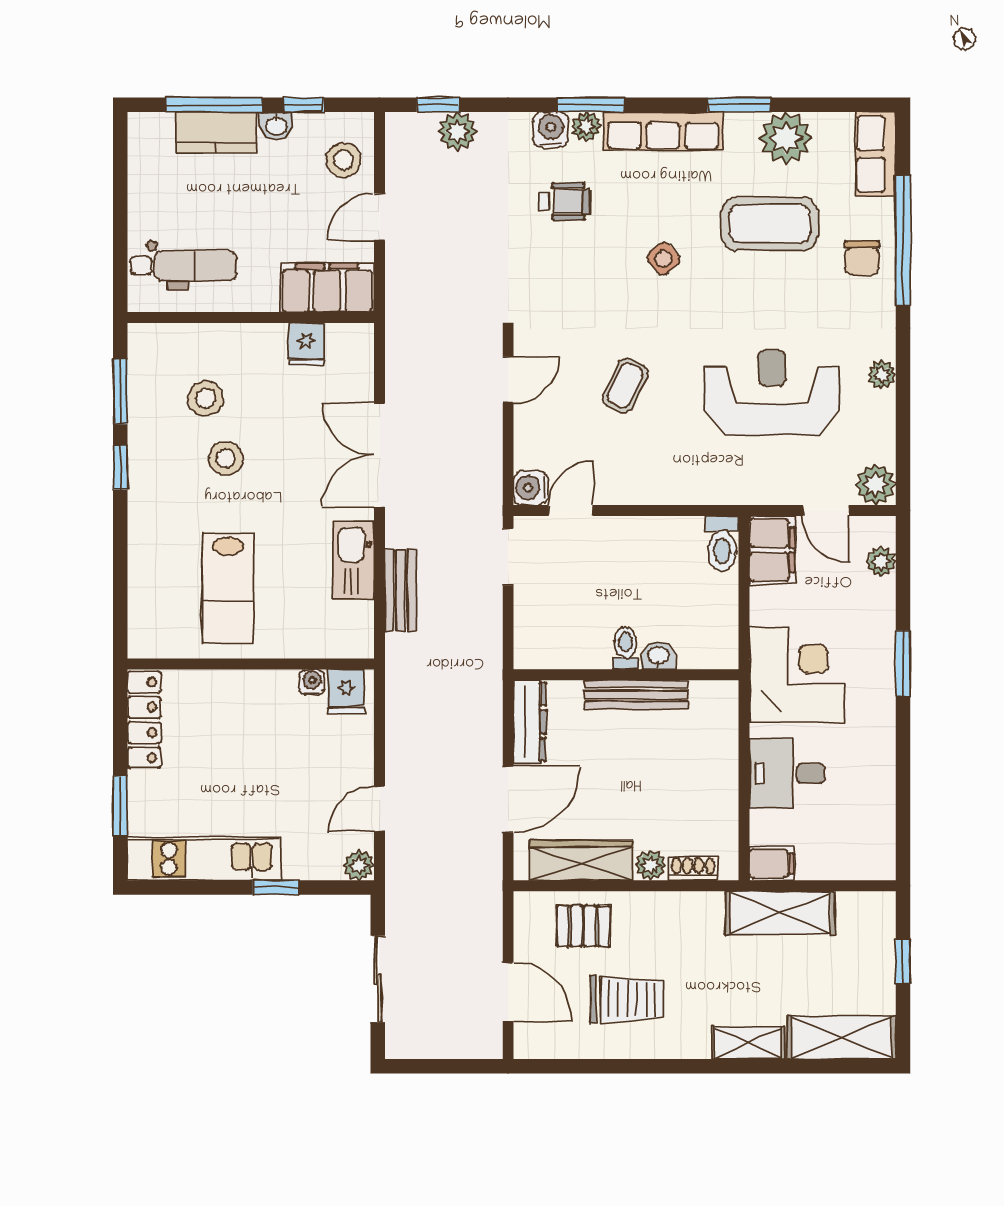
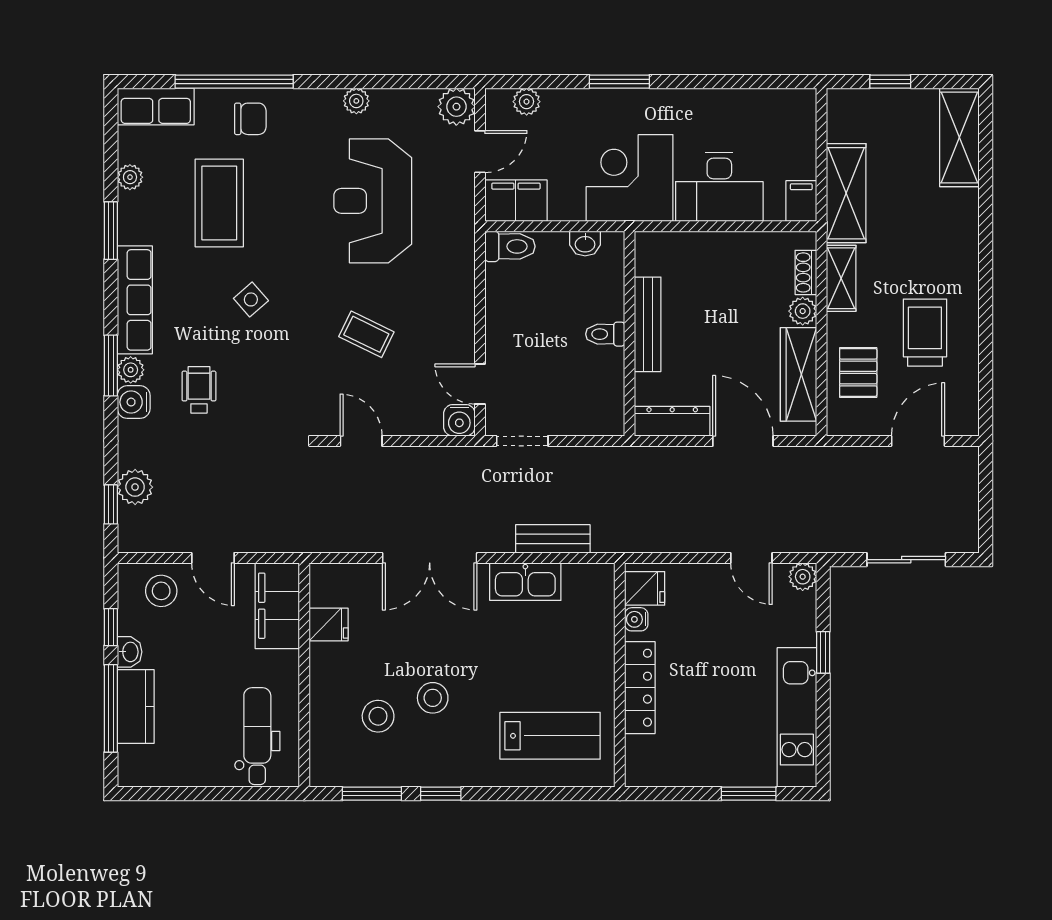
plant: (786, 138) -> (130, 177), width x0.53, depth x0.53
lab bench: (228, 588) -> (550, 736), moved
washbasin: (658, 656) -> (585, 244), moved, turned -90
locker: (144, 720) -> (640, 688), moved, turned 90
desk: (787, 773) -> (719, 187), width x1.37
shelving: (748, 1043) -> (841, 278), moved

